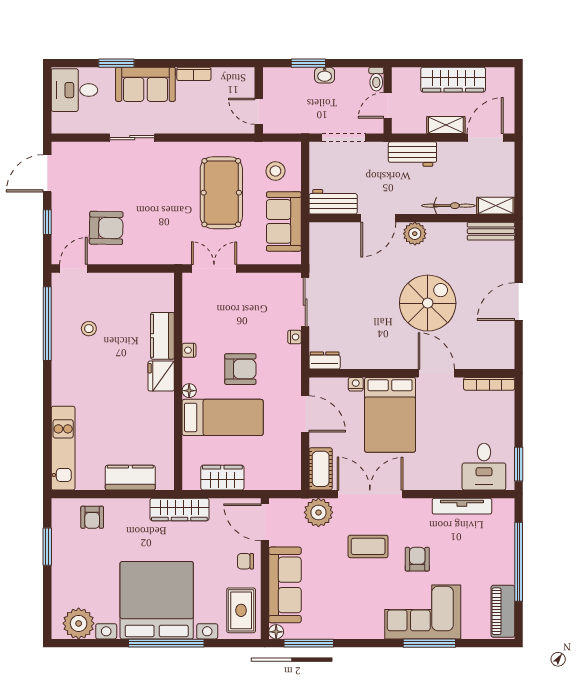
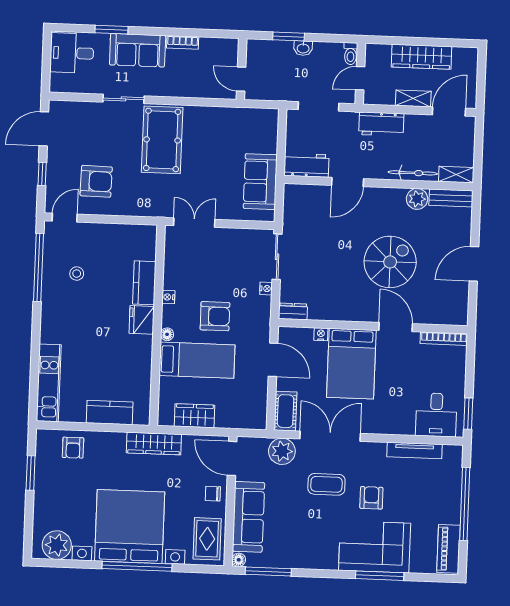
stool: (275, 171) -> (254, 135), removed
pool table: (221, 193) -> (162, 140), moved
plant: (415, 234) -> (417, 199), moved

